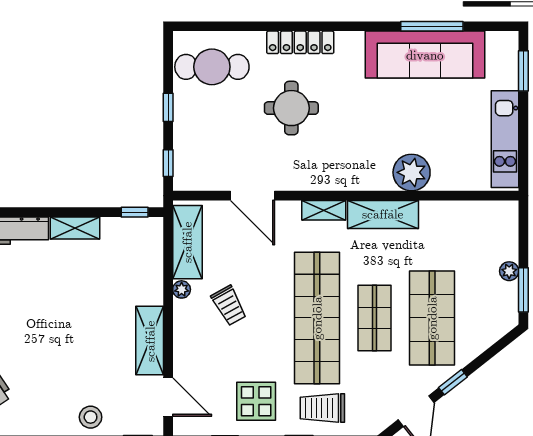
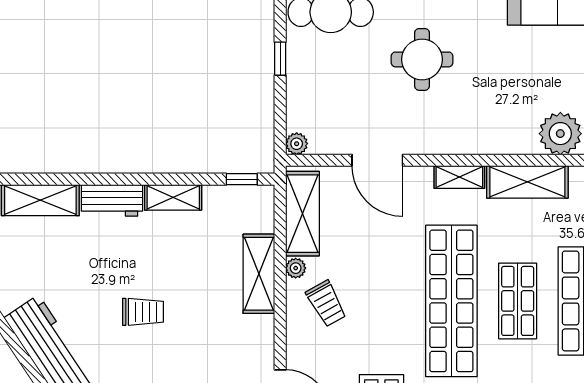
window: (168, 163) -> (280, 123), removed
plant: (182, 181) -> (297, 144), added
trolley: (229, 306) -> (326, 304), moved
trolley: (49, 327) -> (143, 312), added
shelving: (150, 341) -> (259, 274), moved

